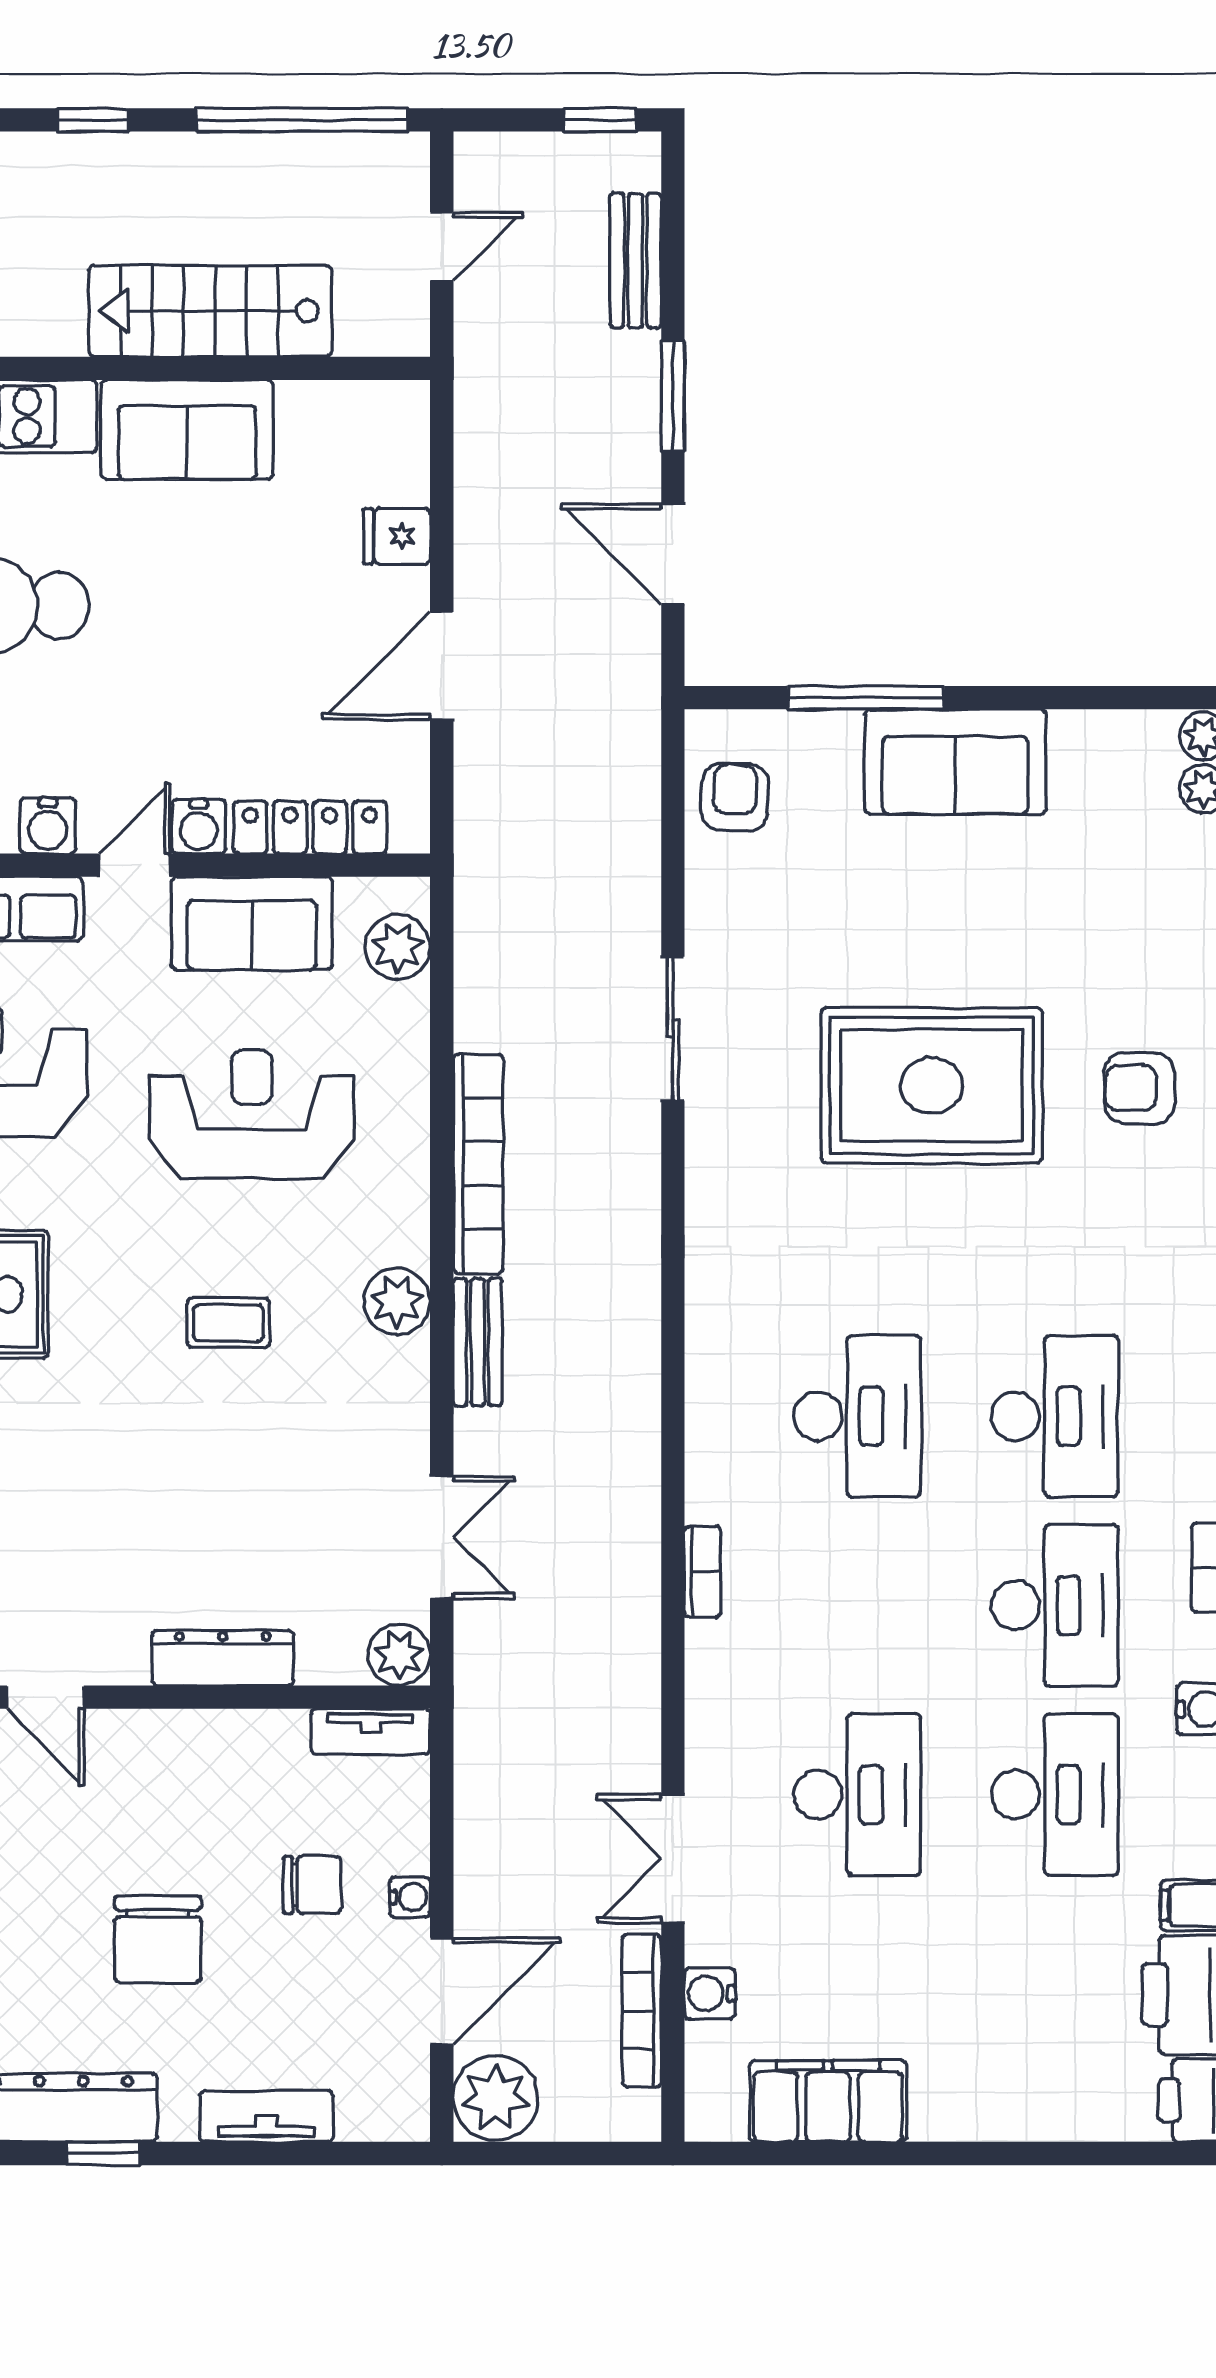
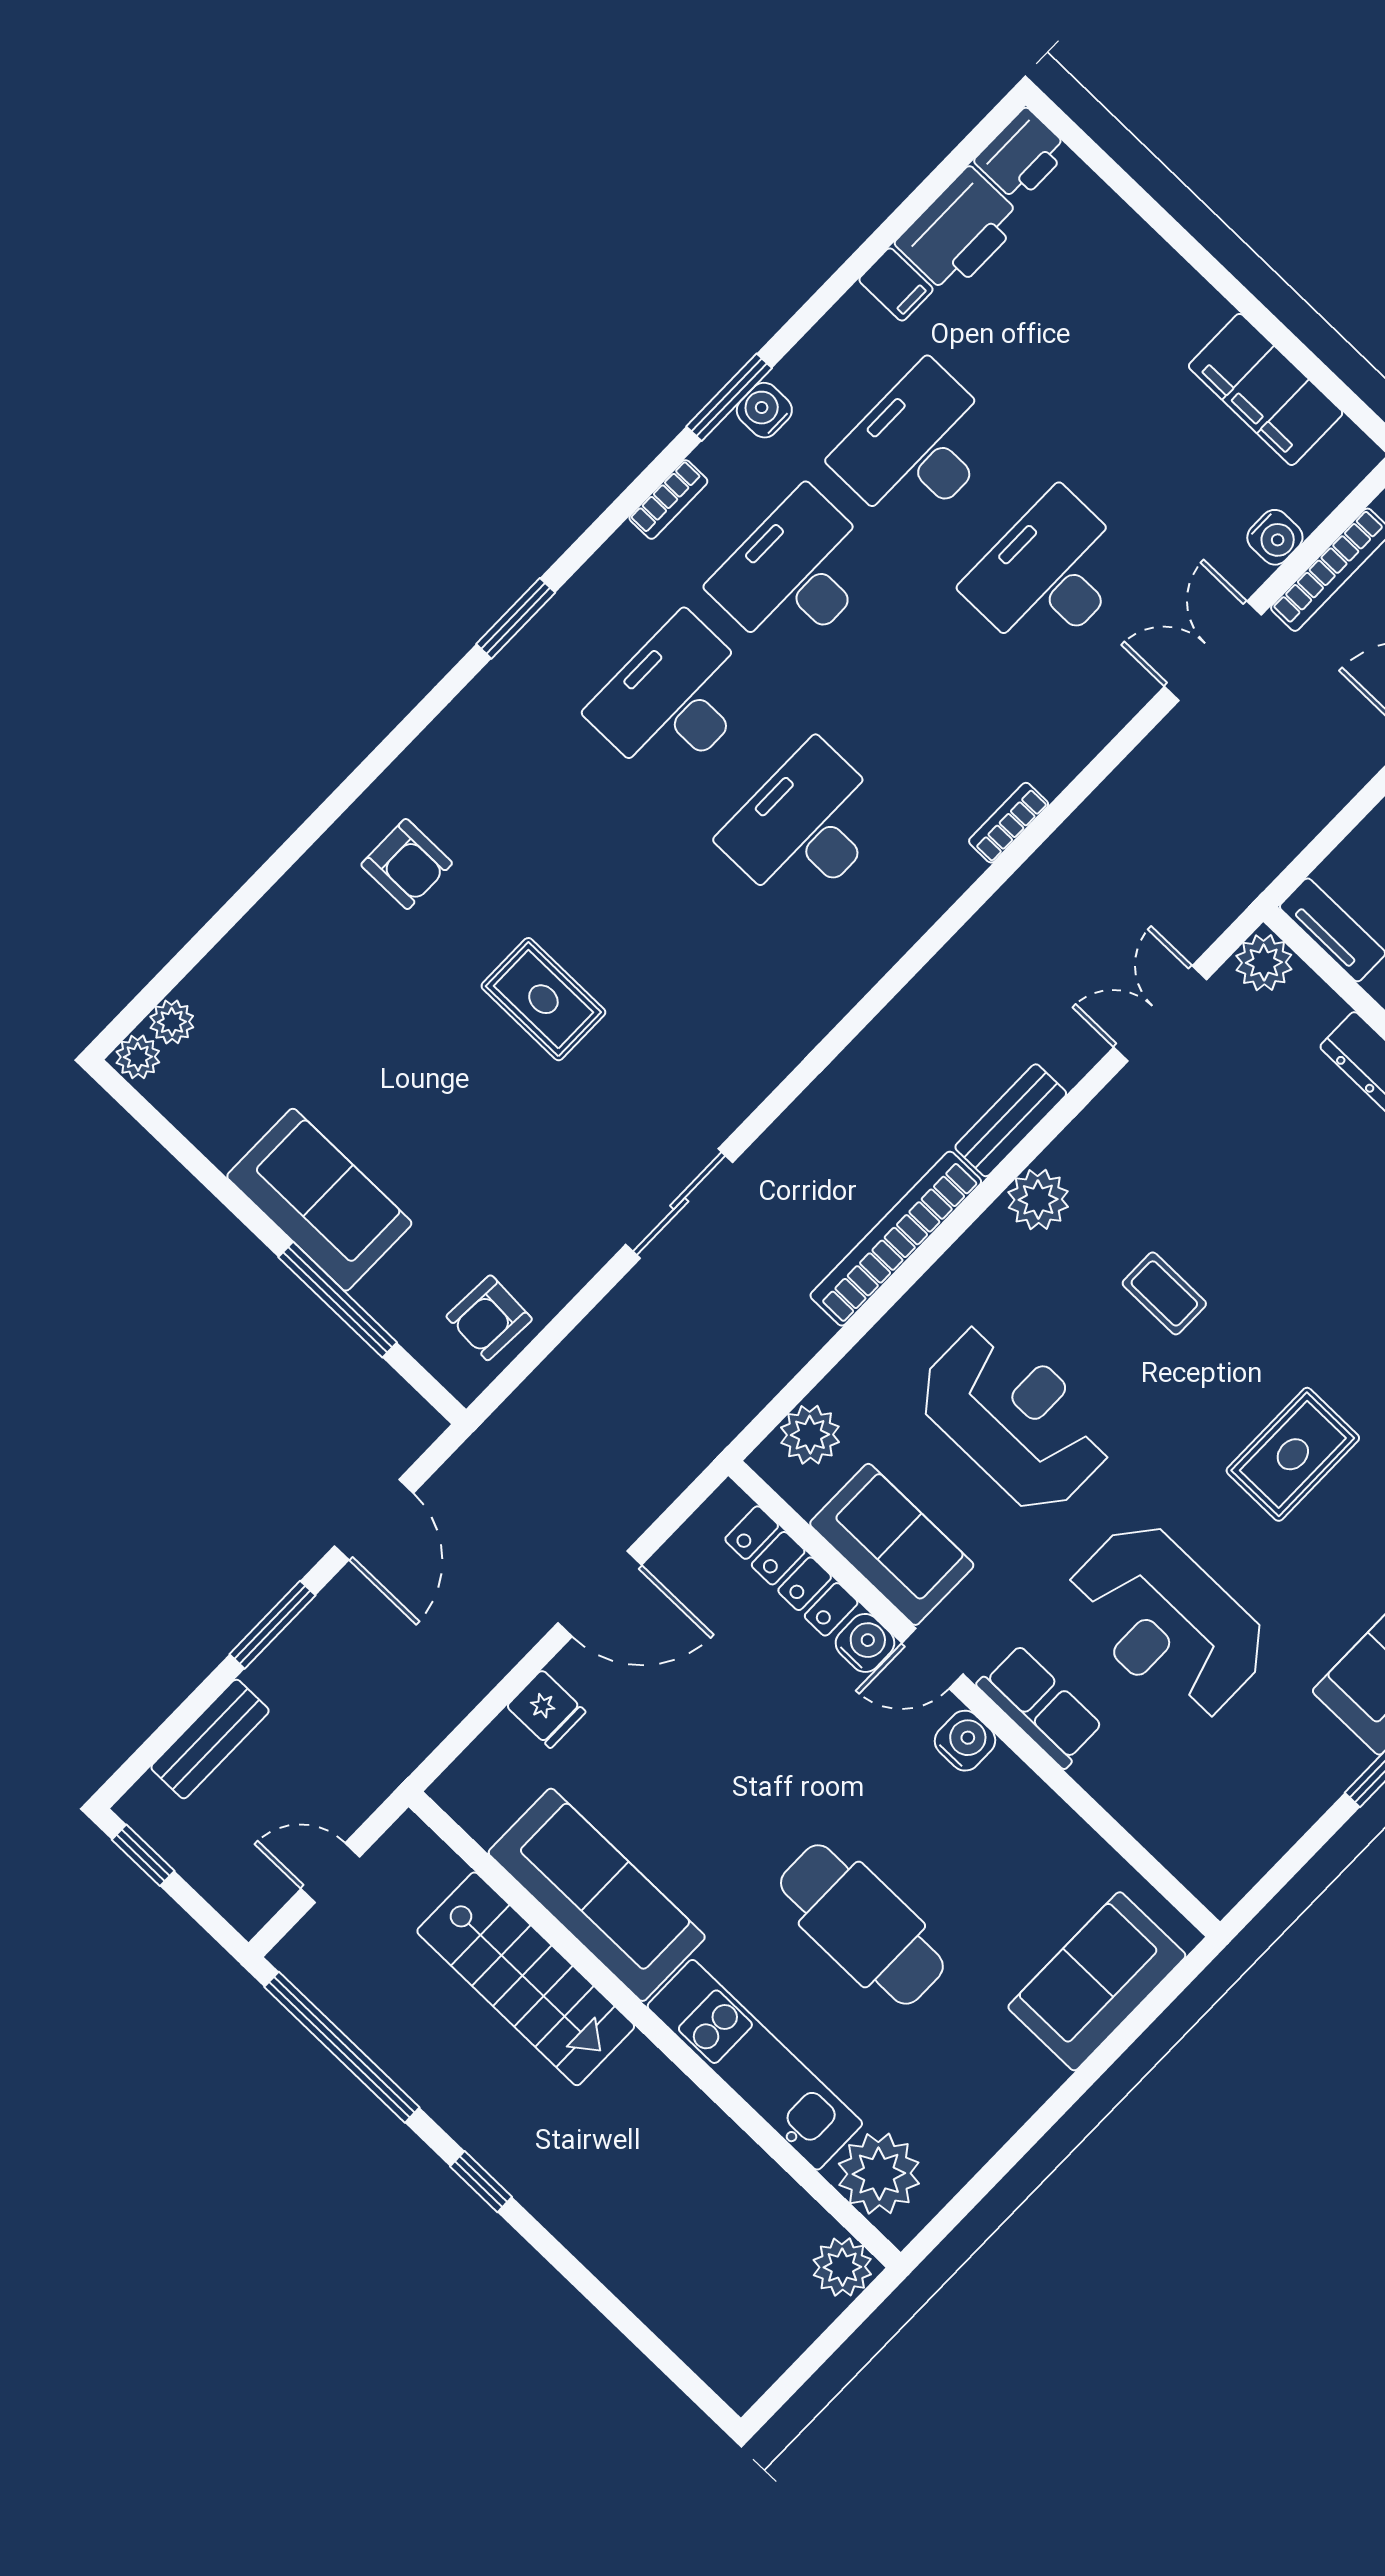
sofa: (187, 430) -> (597, 1895), width x1.36
rug: (932, 1086) -> (543, 999), width x0.54, depth x0.49
reception desk: (252, 1114) -> (1015, 1417), turned 180
double door: (673, 1859) -> (1213, 651), swing flipped

